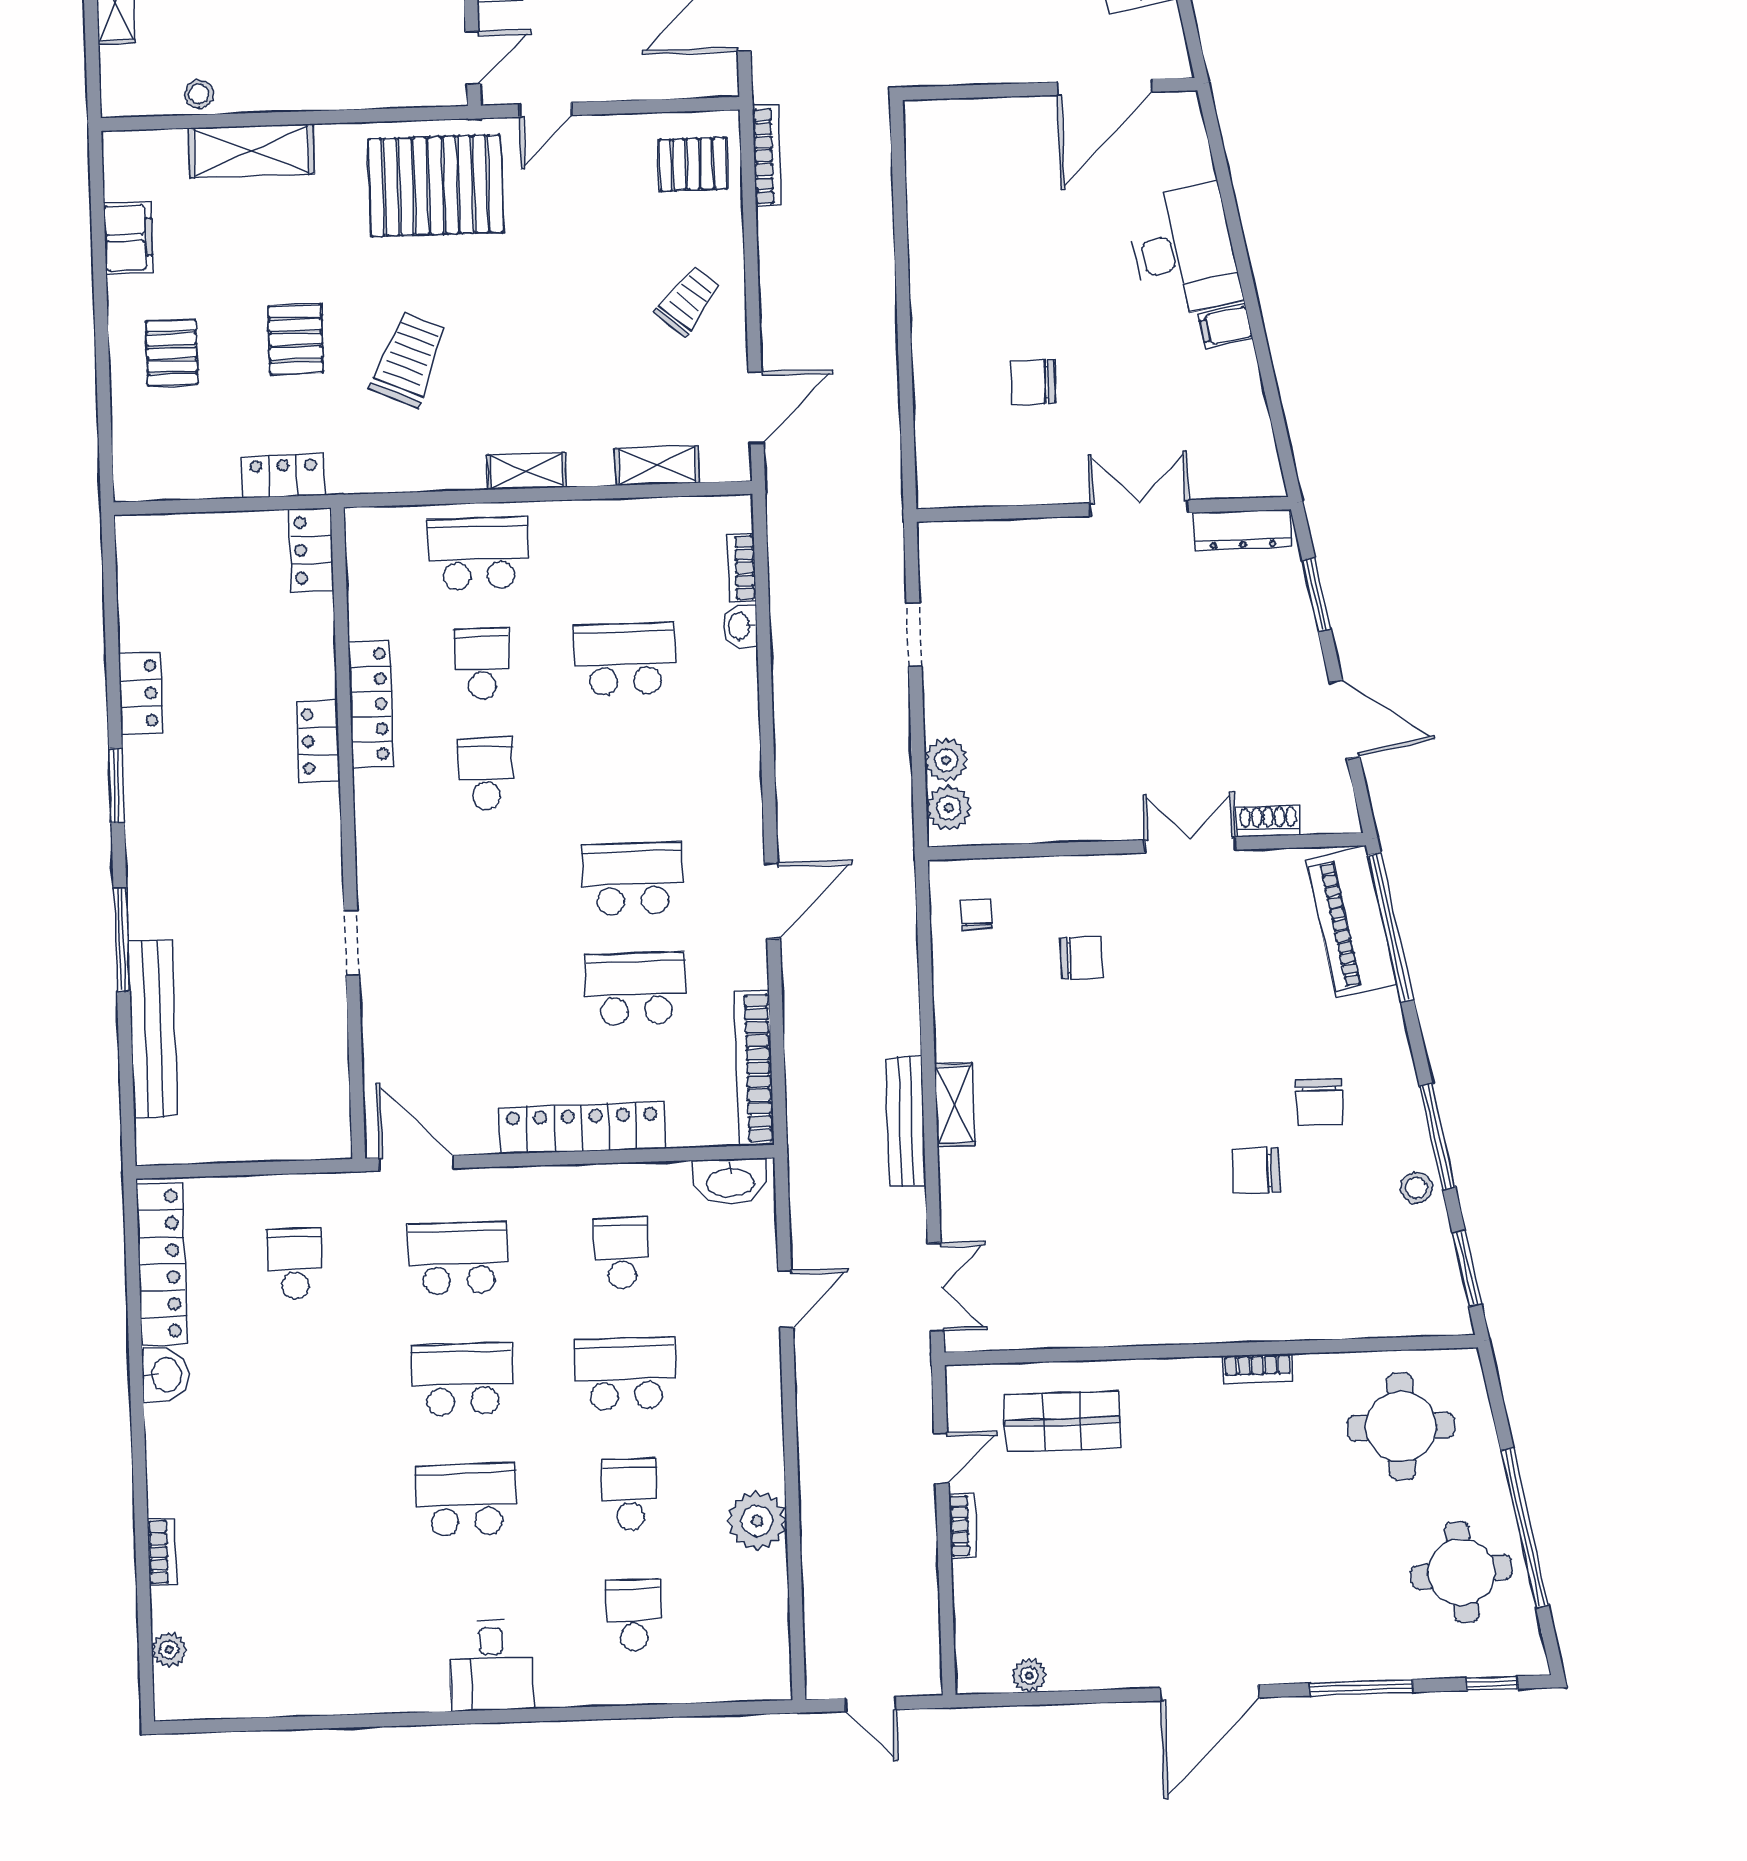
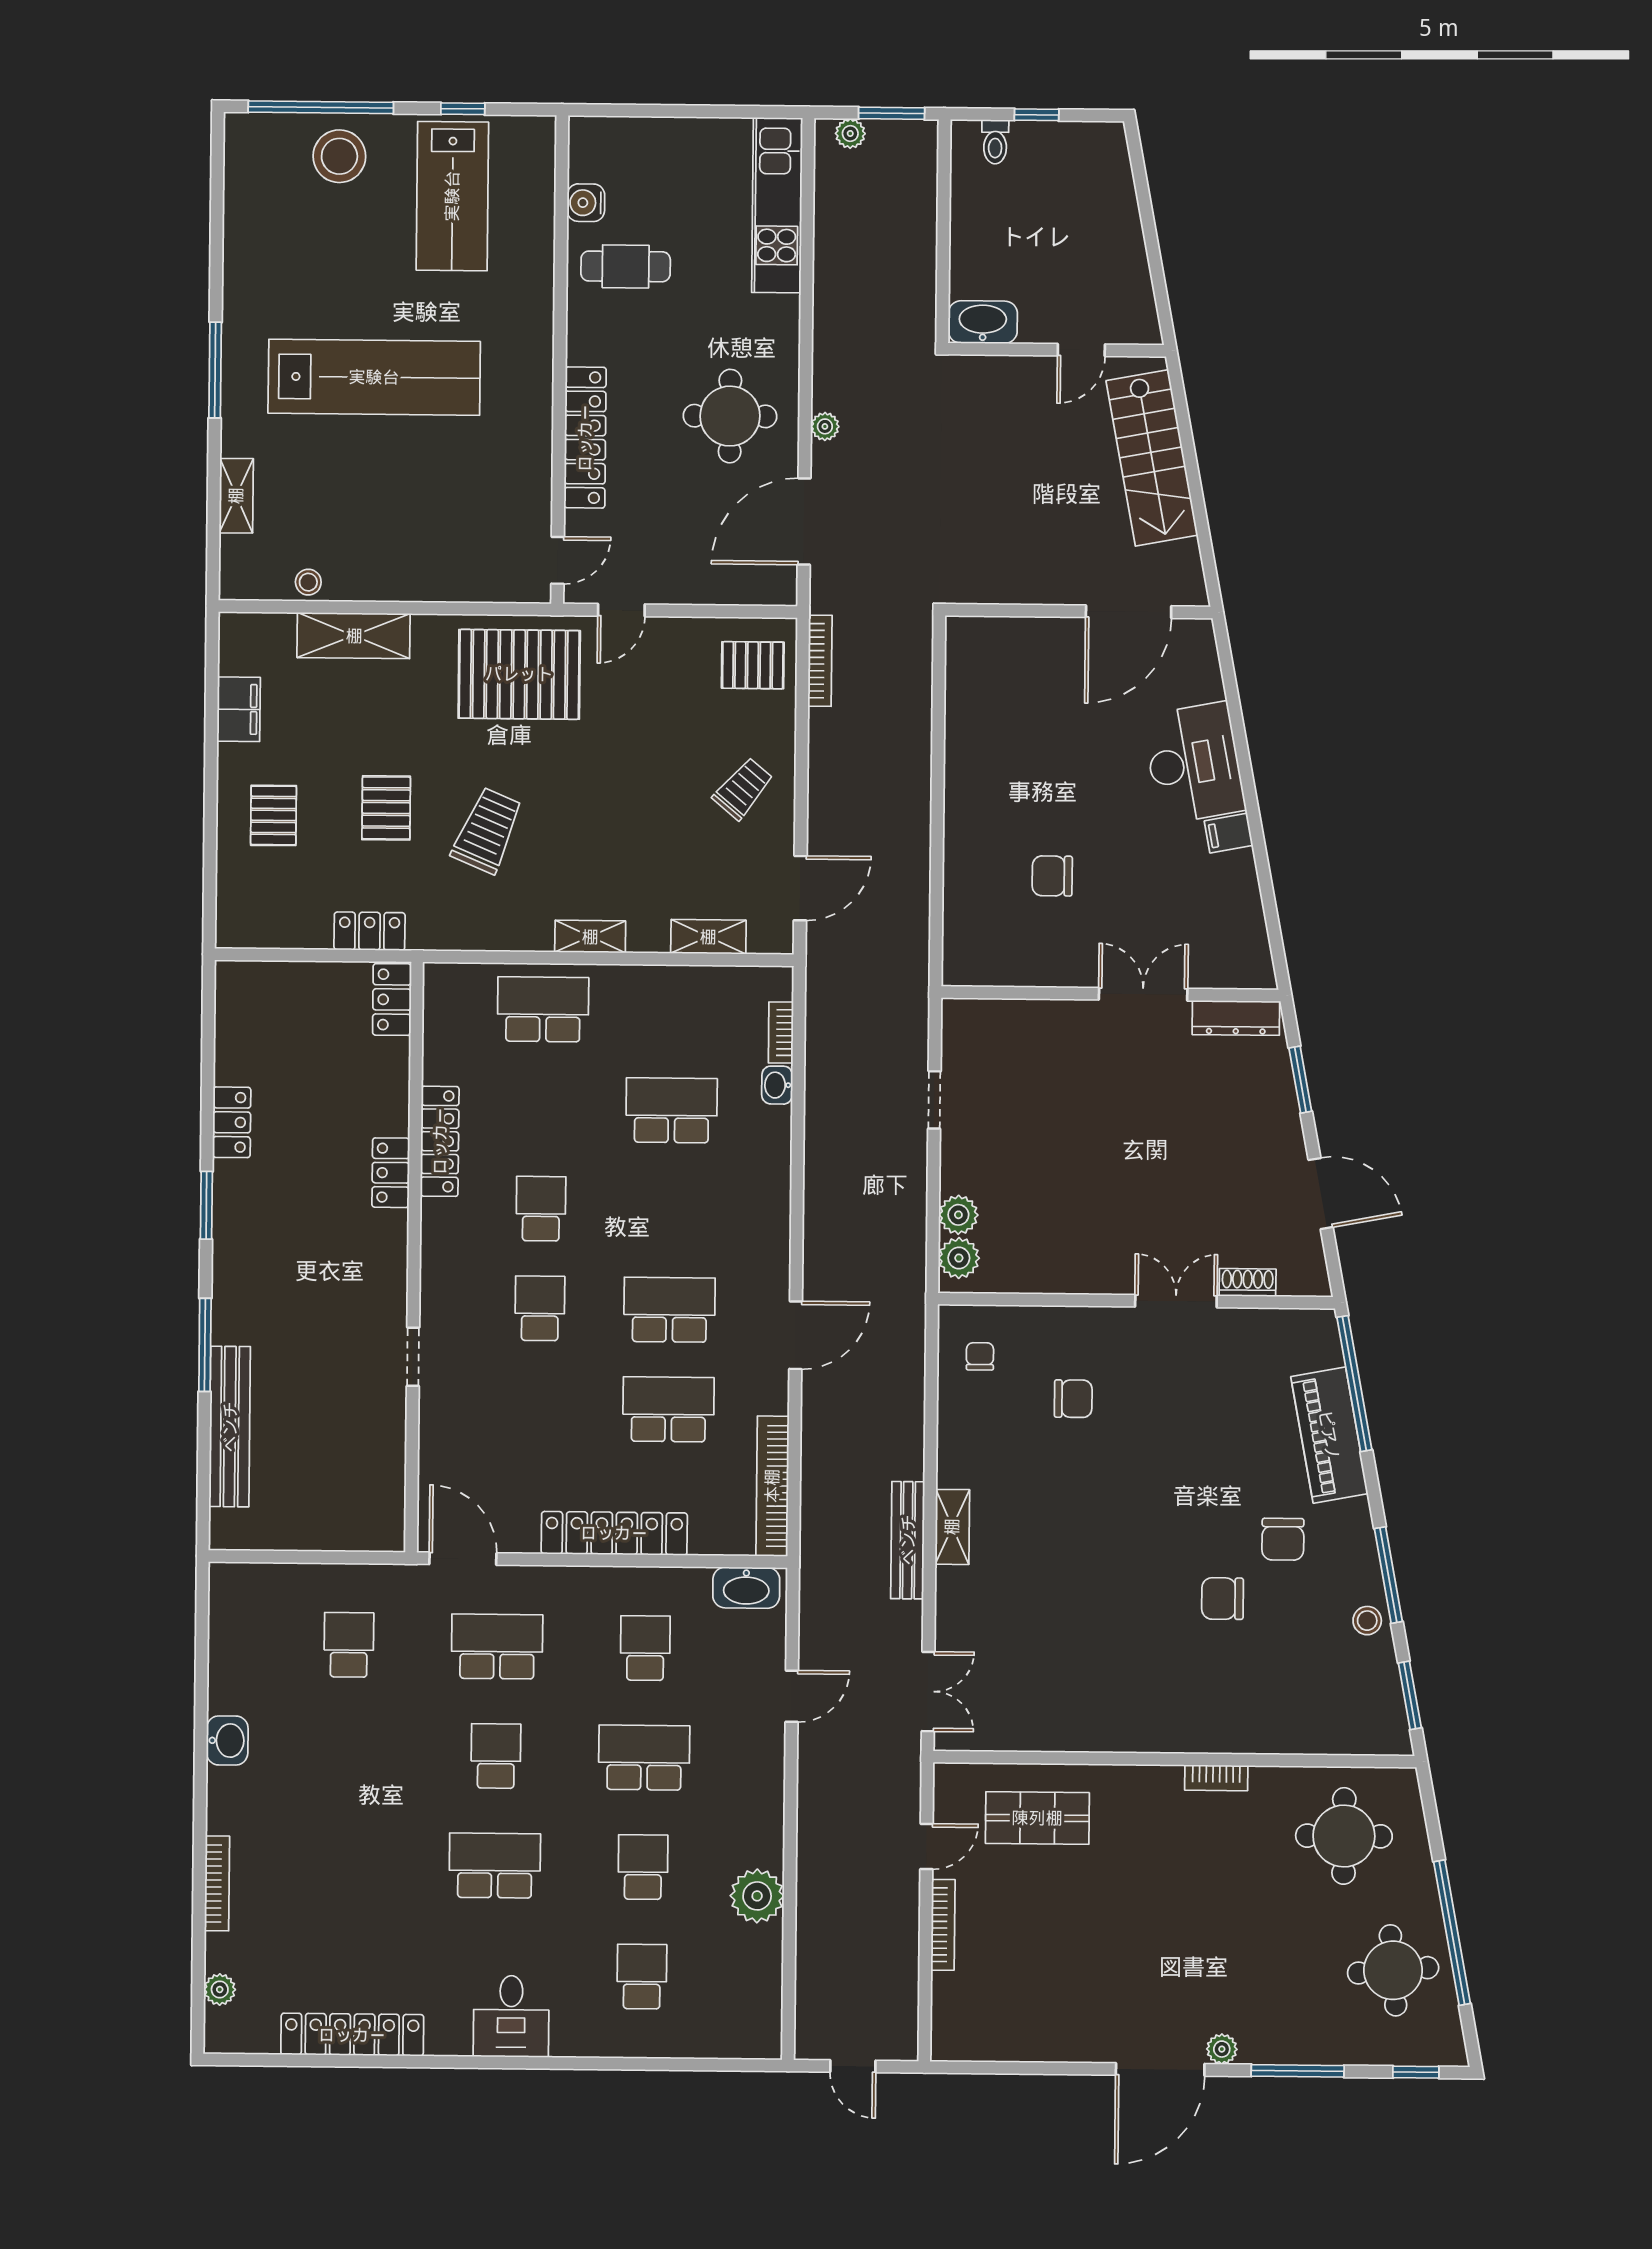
school desk: (482, 664) -> (540, 1308), moved
piano: (1352, 922) -> (1329, 1435), moved
locker: (162, 1264) -> (352, 2035), moved, turned -90
school desk: (462, 1379) -> (496, 1756), width x0.54
bookcase: (963, 1526) -> (943, 1925), width x1.56
bookcase: (162, 1552) -> (217, 1883), width x1.56
plant: (1029, 1675) -> (1222, 2049), moved

